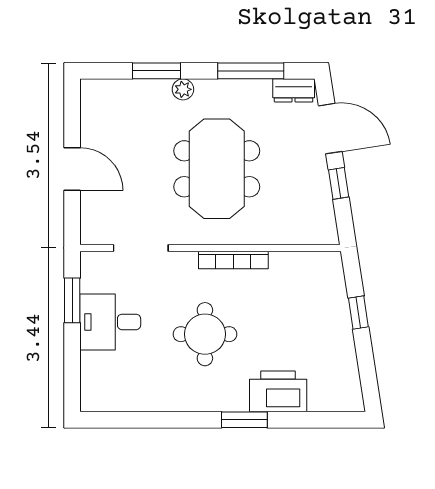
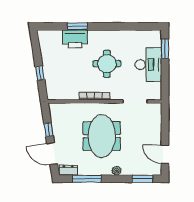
window: (157, 71) -> (142, 179), moved
door: (72, 169) -> (165, 154), moved
window: (72, 300) -> (165, 49), moved
desk: (110, 322) -> (148, 65), width x1.37
window: (244, 420) -> (77, 26), moved

